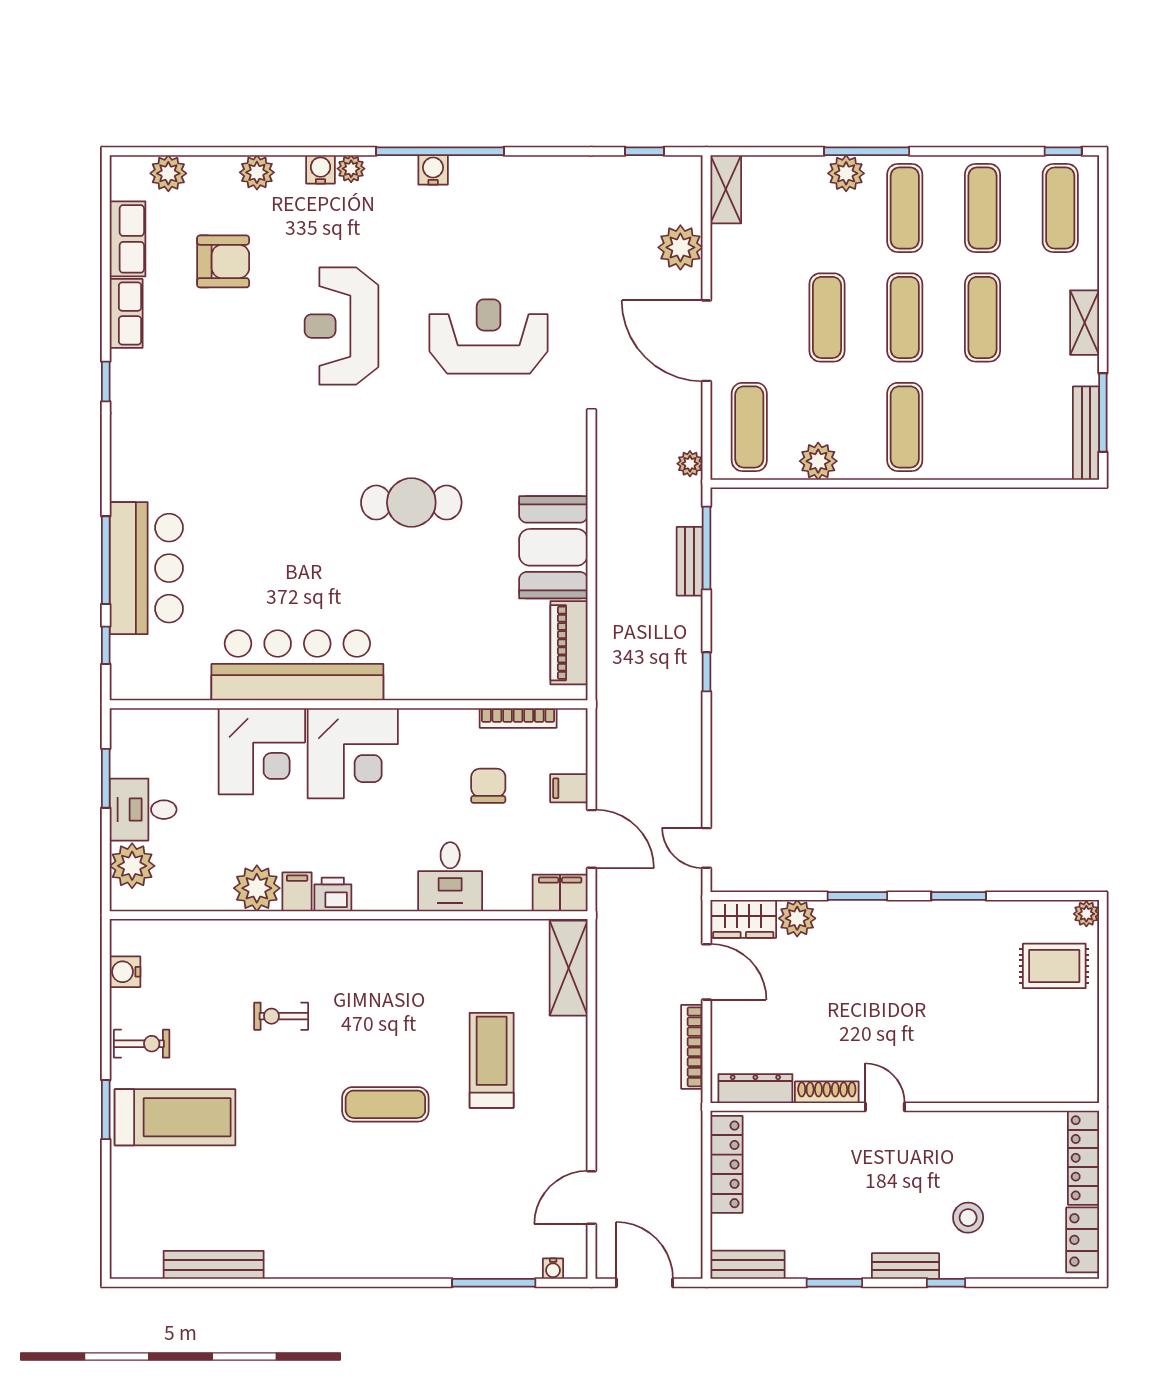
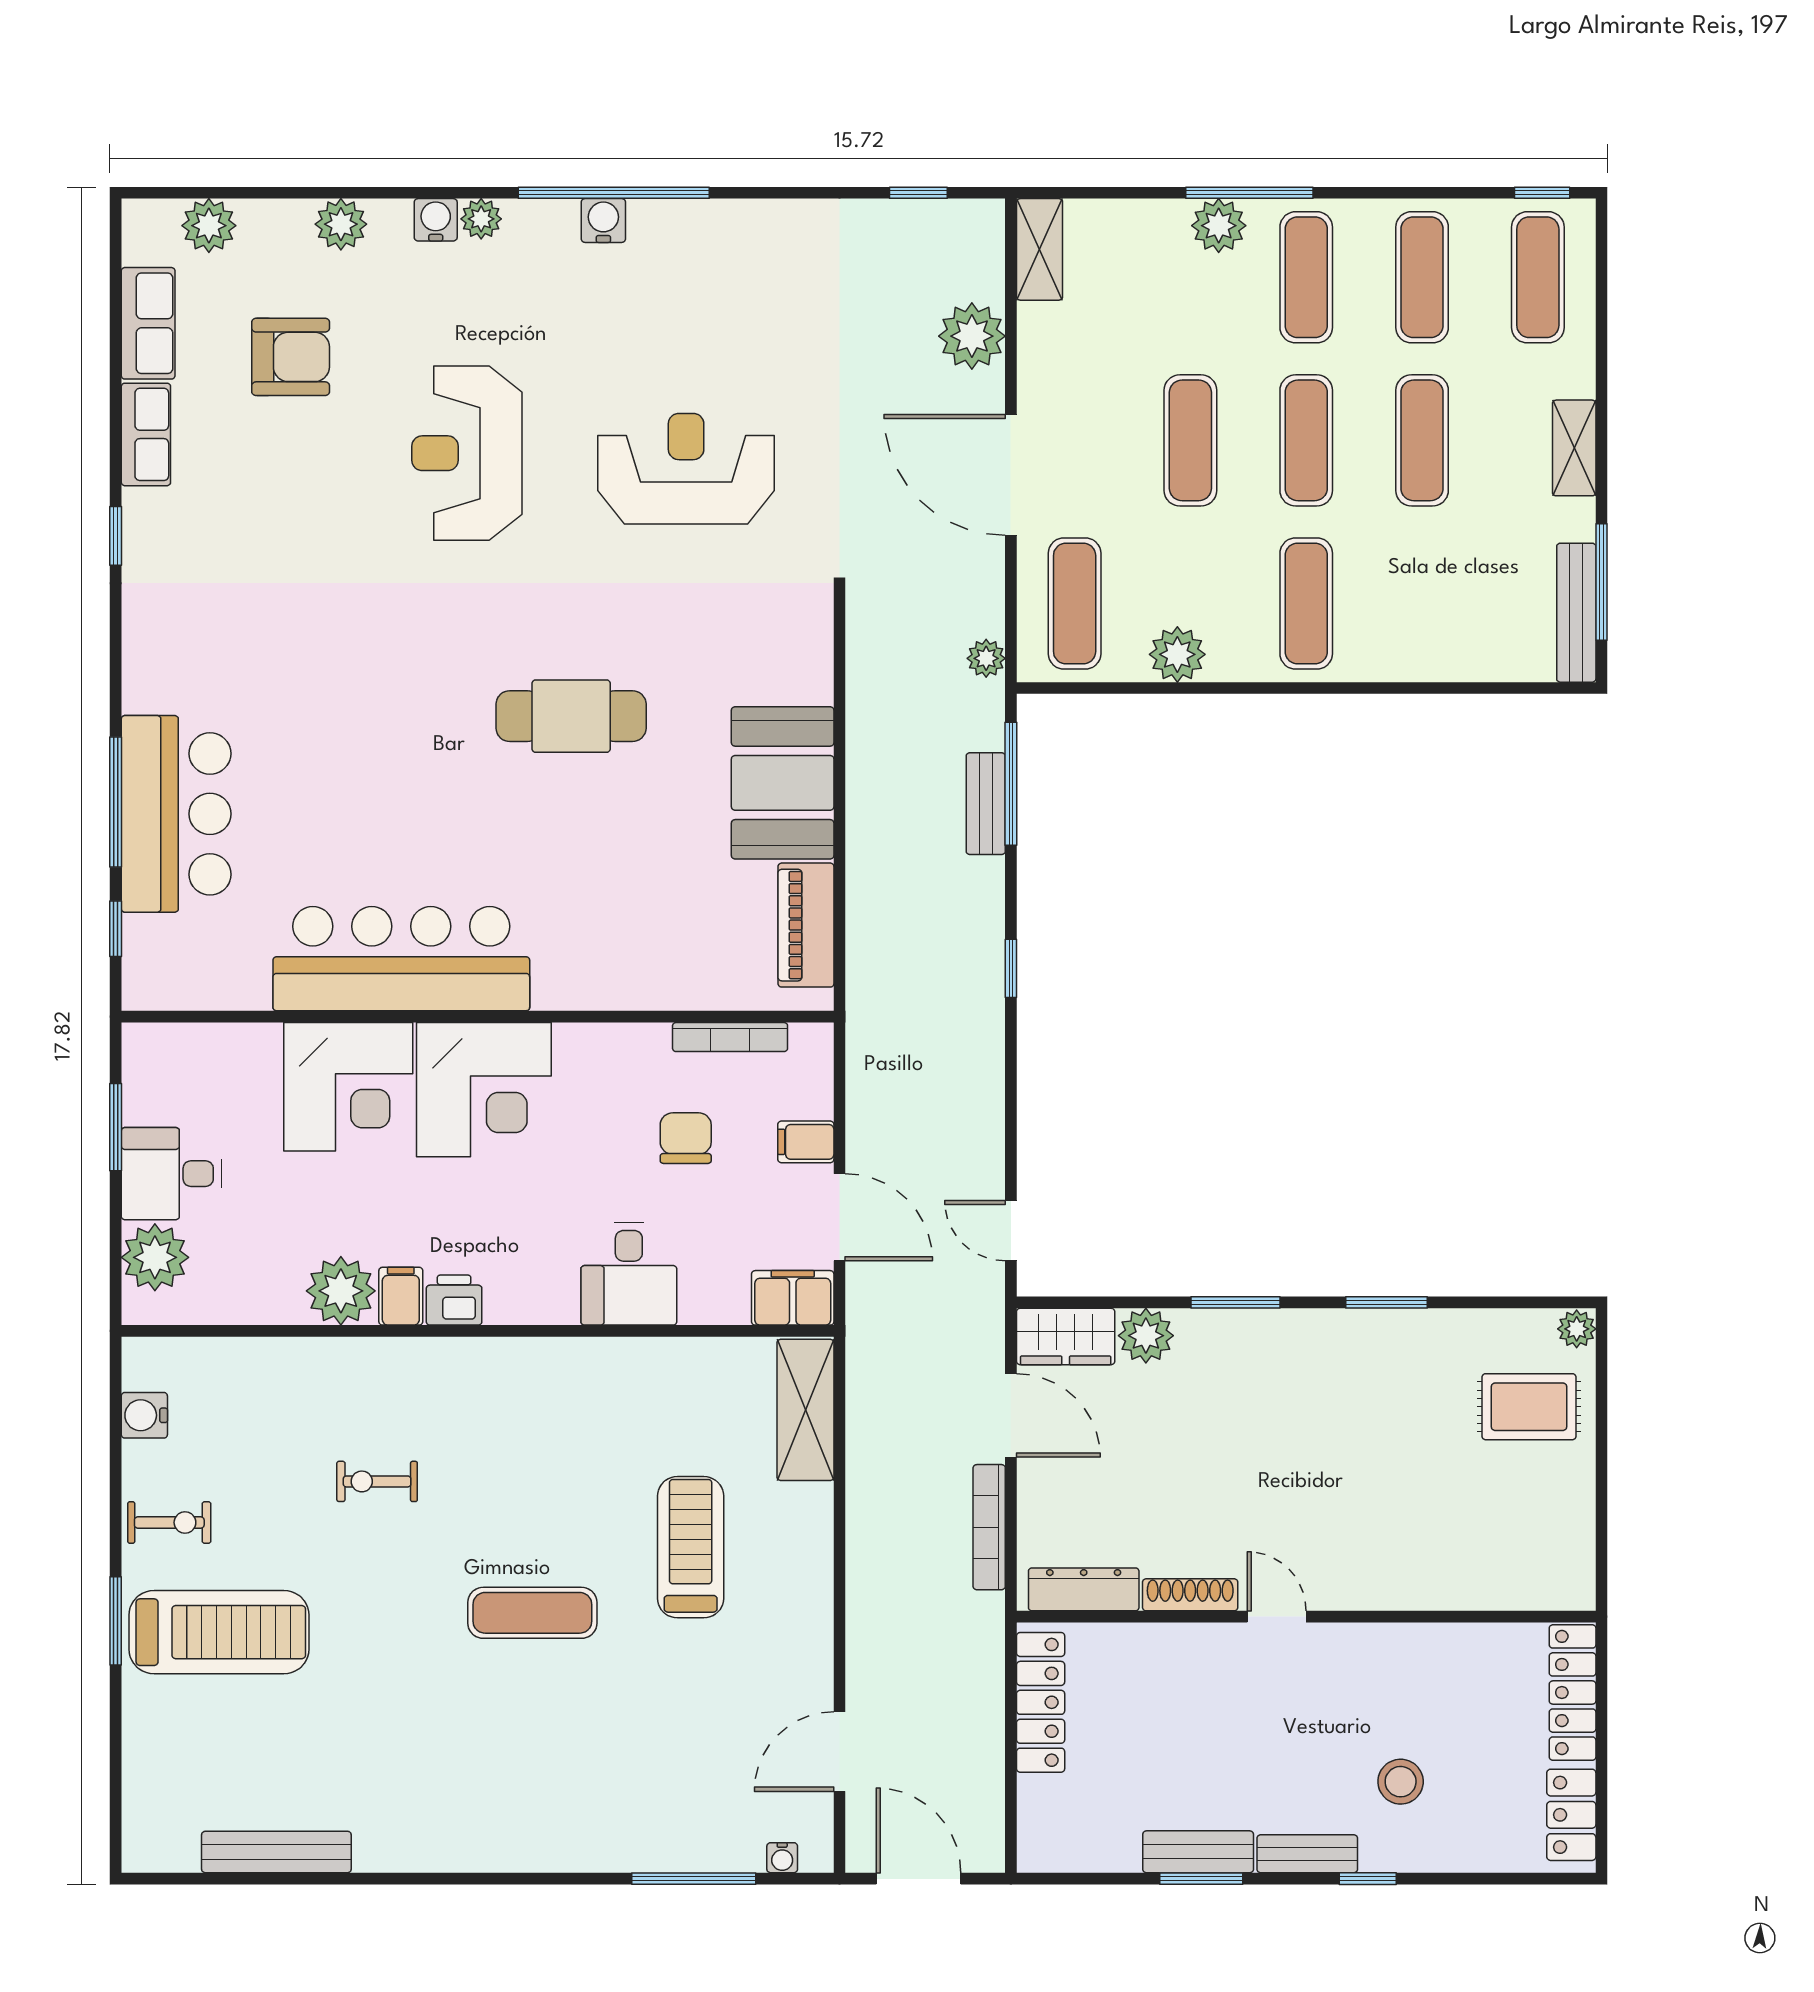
bench: (747, 1265) -> (1198, 1852), moved

